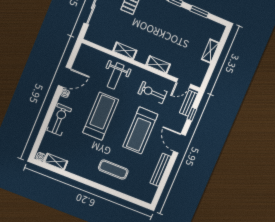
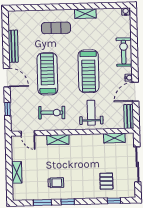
trolley: (178, 25) -> (56, 183), added
shelving: (125, 51) -> (114, 138), moved
door: (184, 83) -> (28, 133), swing flipped
bench: (189, 103) -> (129, 116), moved
exercise bike: (59, 120) -> (124, 52), turned 180
shelving: (56, 162) -> (85, 14), moved

